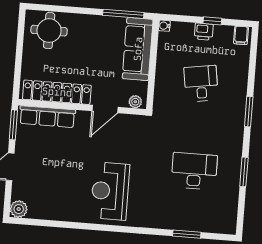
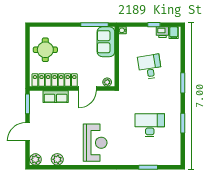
round table: (49, 31) -> (45, 50), moved
printer: (204, 32) -> (162, 32), moved
sofa: (138, 49) -> (106, 42), width x0.73
row of seats: (47, 117) -> (56, 97), width x0.68
reception desk: (110, 191) -> (95, 143), turned 180
plant: (51, 211) -> (57, 159), added

